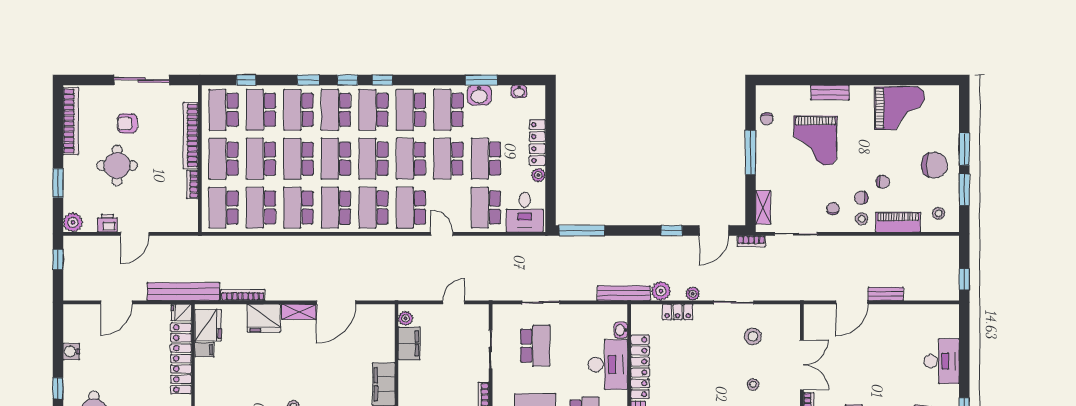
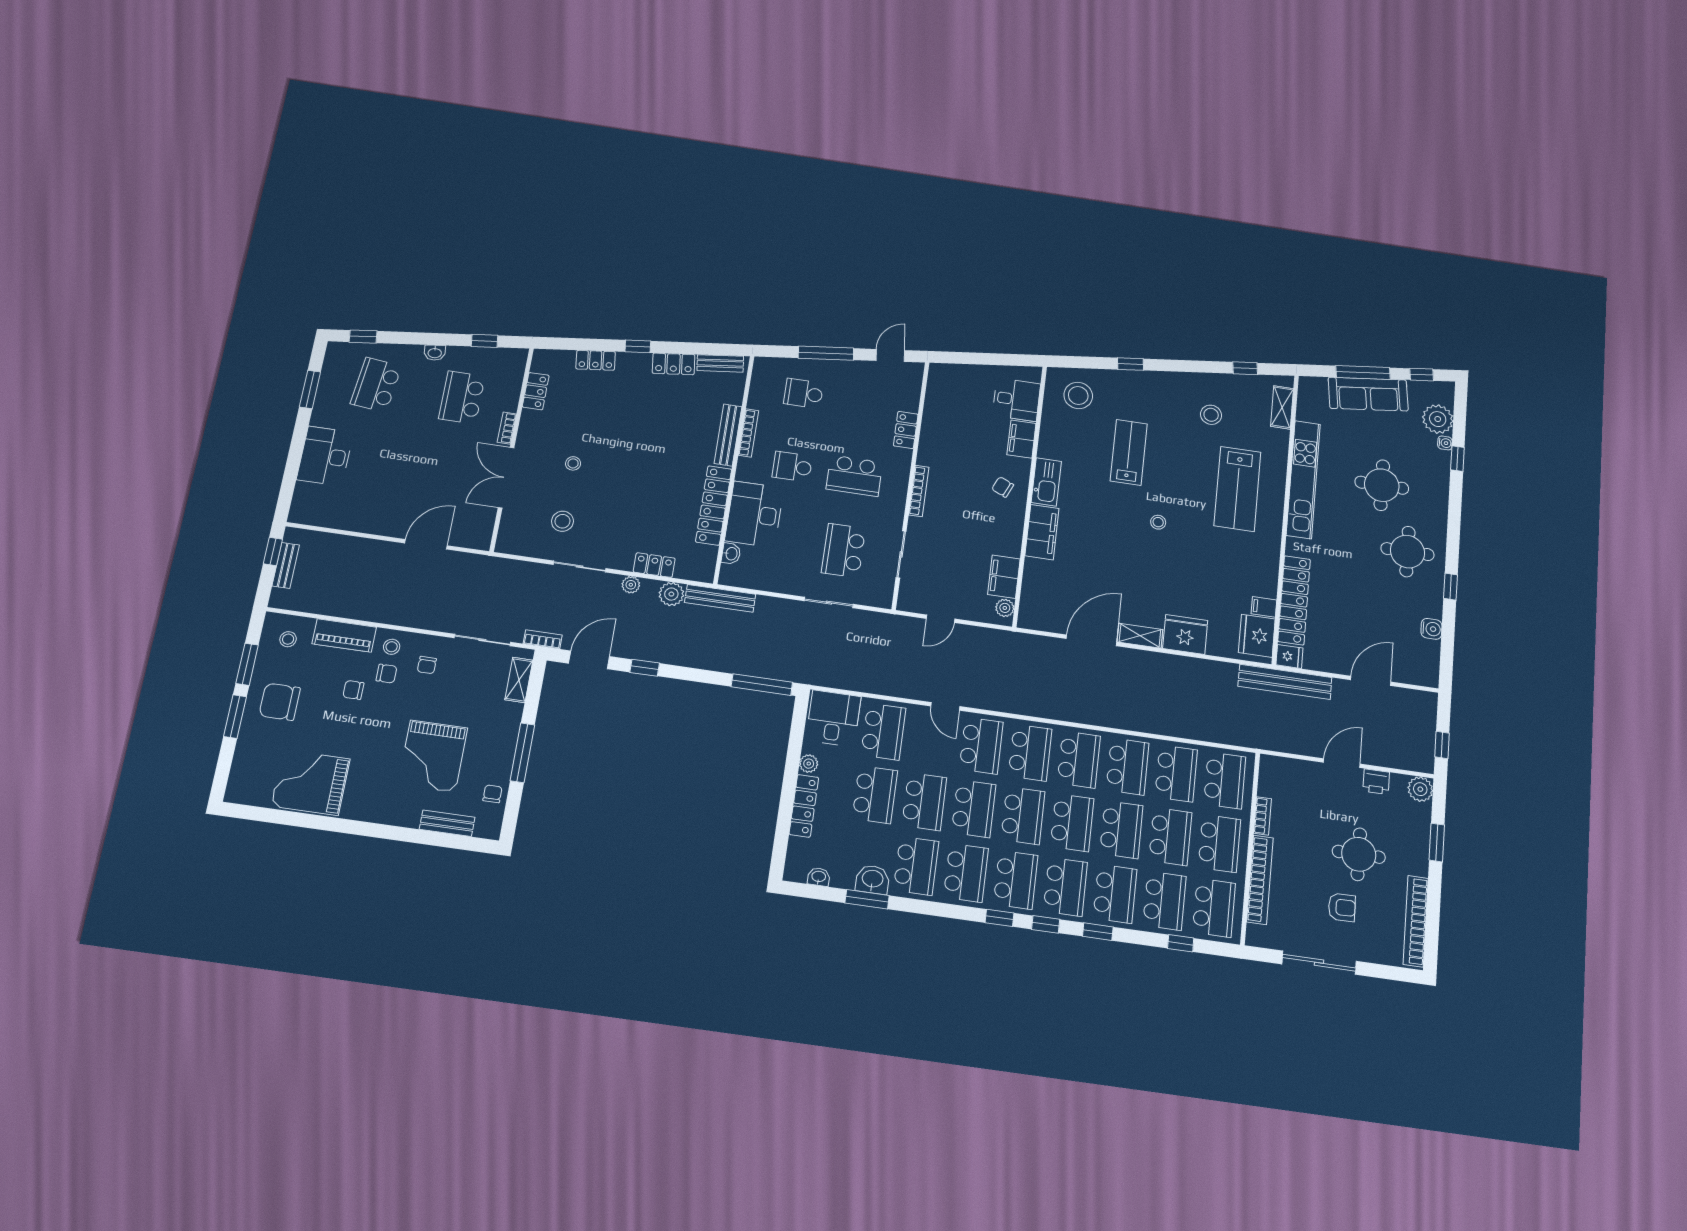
bench: (830, 92) -> (447, 823), moved
grand piano: (815, 141) -> (433, 756), turned 180
bench: (886, 294) -> (286, 565), moved, turned 90
bookcase: (243, 295) -> (1210, 667), removed

